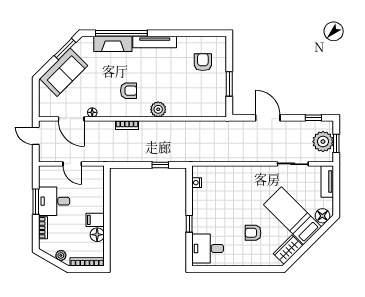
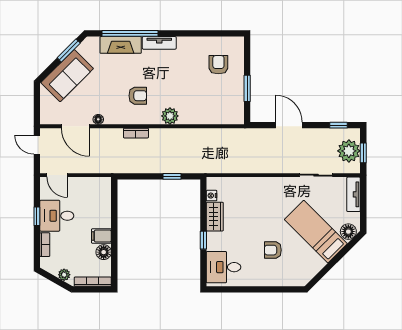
tv unit: (155, 42) -> (159, 43), width x0.71
door: (72, 164) -> (57, 175), moved
window: (36, 202) -> (37, 216), width x0.67
wardrobe: (288, 250) -> (215, 217), moved, turned 135

